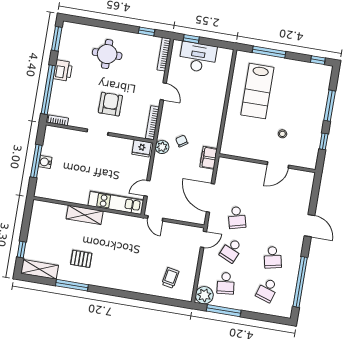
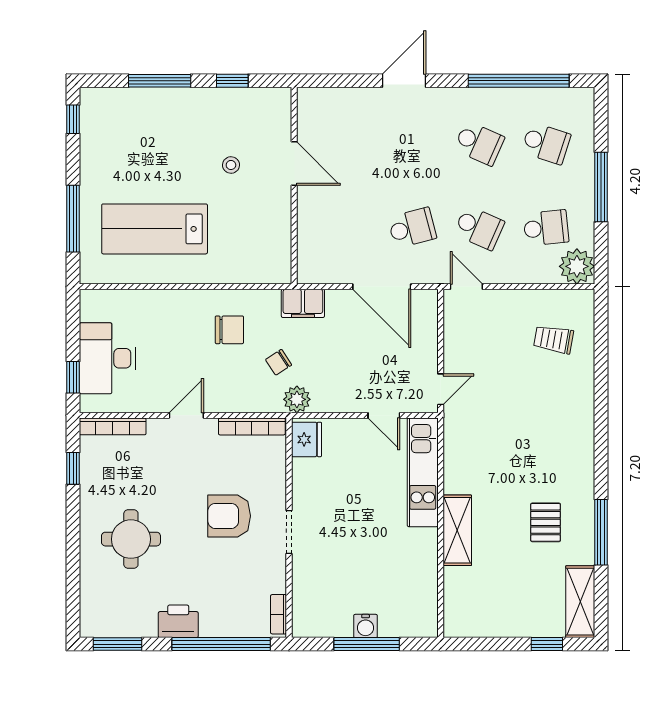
lab bench: (257, 91) -> (155, 229), turned 180
chair: (202, 120) -> (229, 330), added
door: (210, 198) -> (382, 287), hinge flipped
school desk: (273, 257) -> (479, 143), turned 36
window: (224, 311) -> (601, 187), moved

